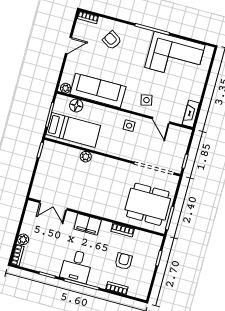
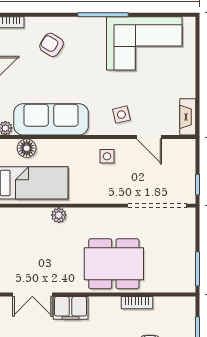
dining table: (148, 204) -> (114, 264), moved
filing cabinet: (88, 224) -> (71, 308), moved

